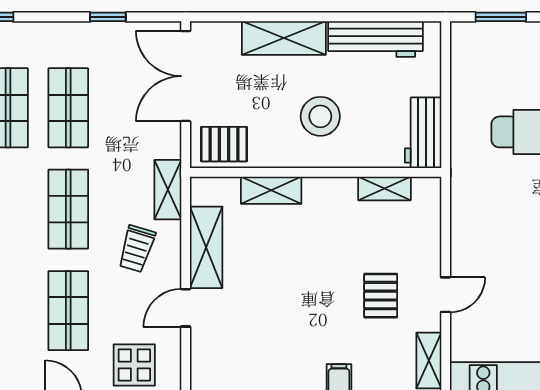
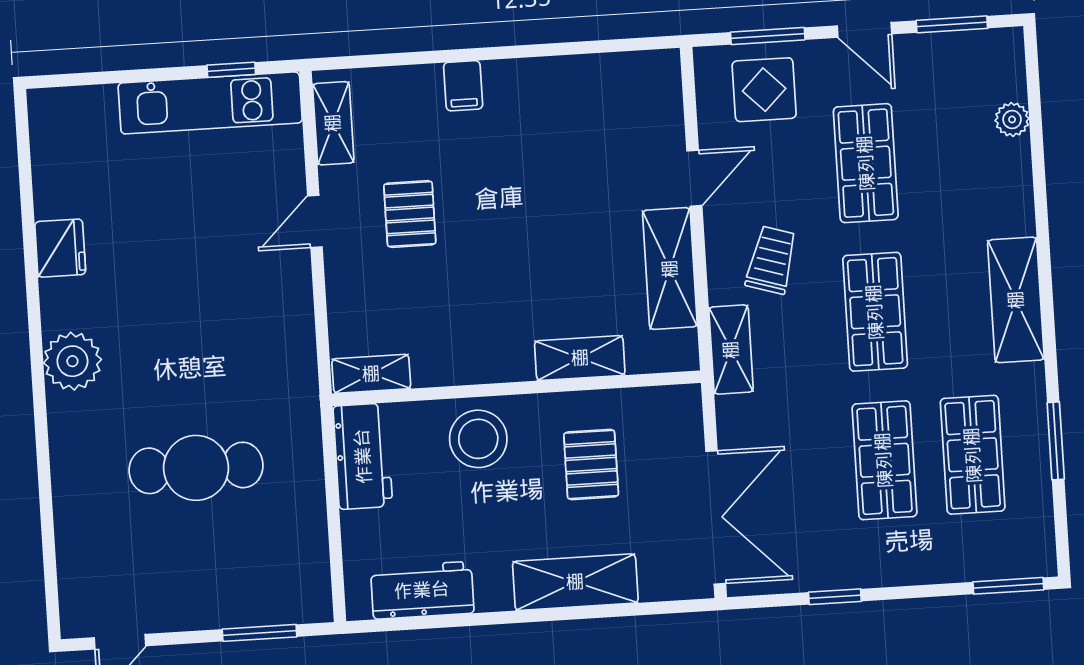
workbench: (375, 39) -> (422, 590), width x0.73
stool: (320, 116) -> (478, 439), moved
pallet: (224, 144) -> (591, 464), moved, turned 90
shelving: (384, 189) -> (371, 374), moved

